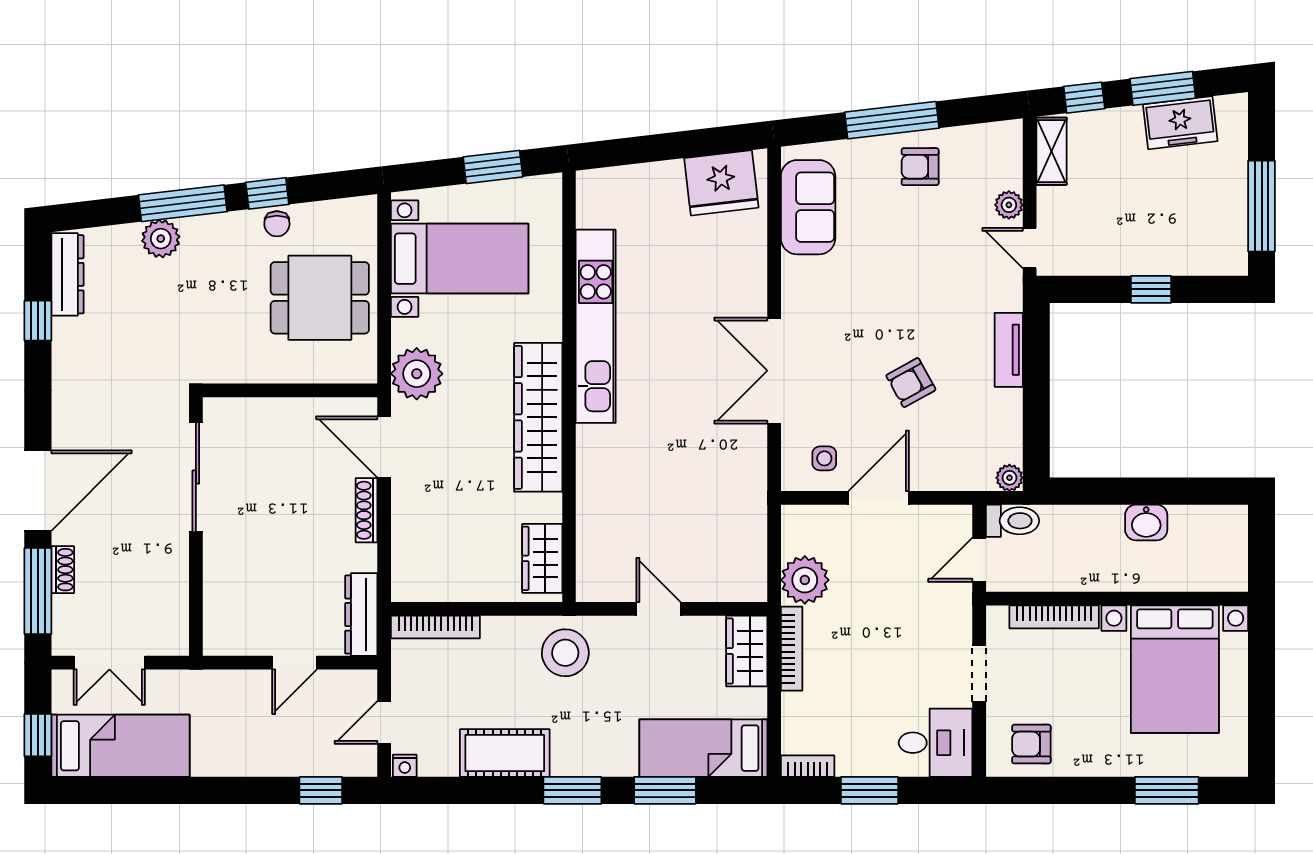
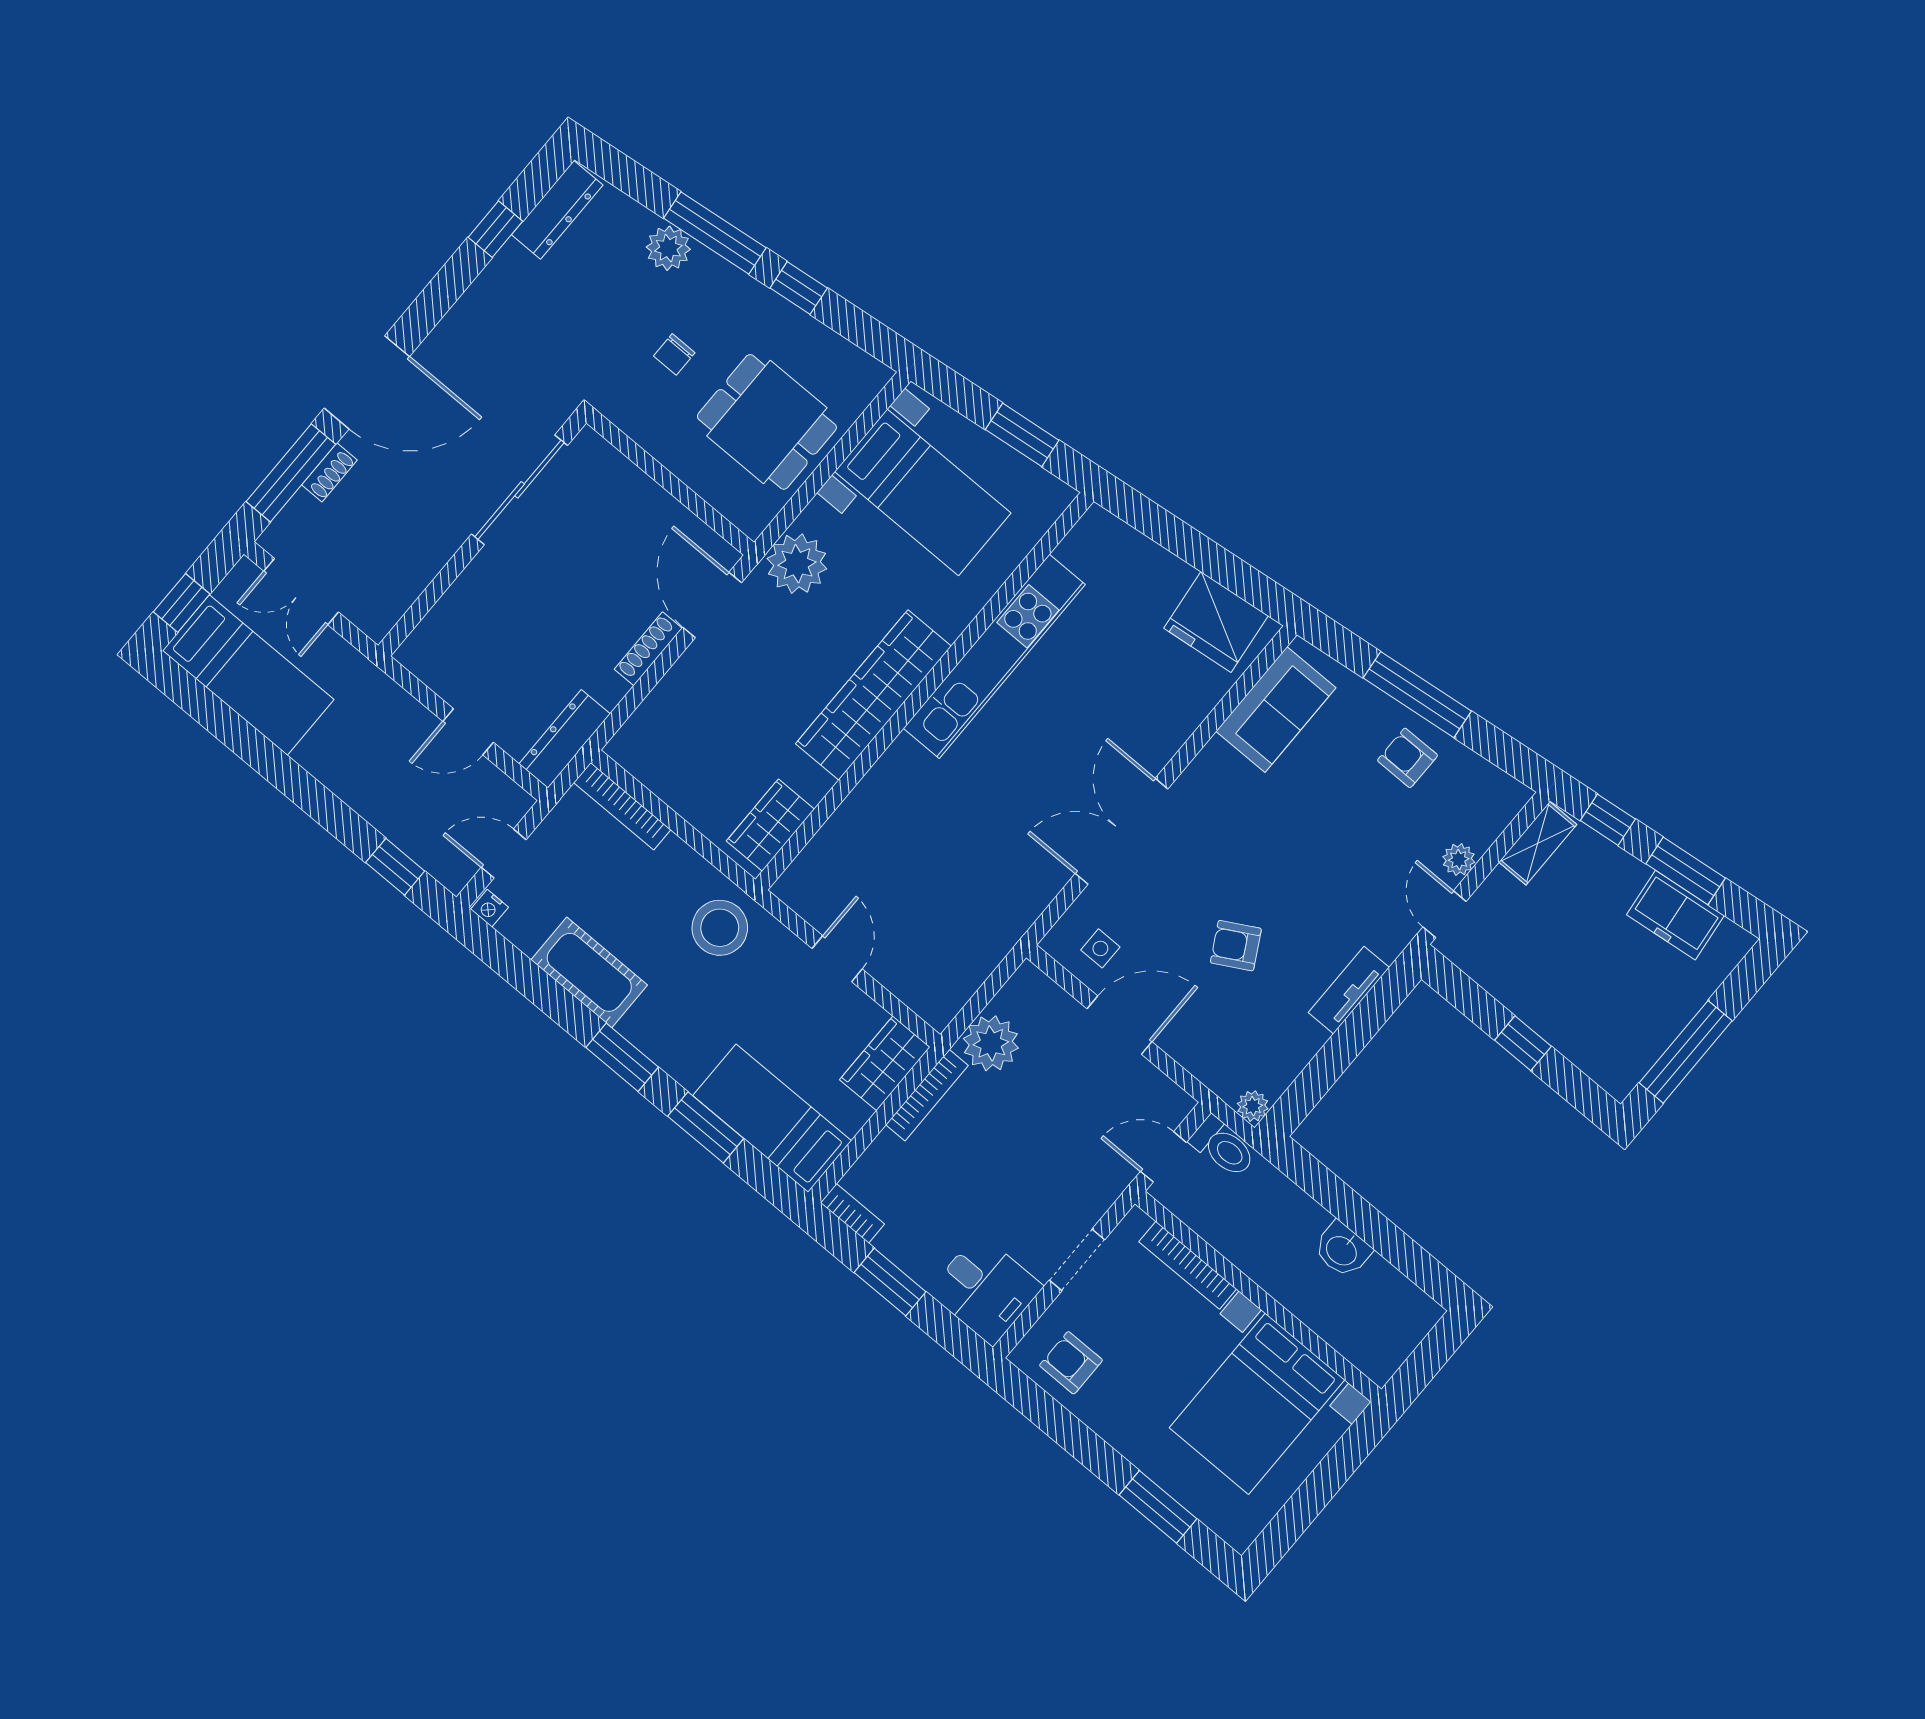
chair: (277, 224) -> (674, 354), moved

